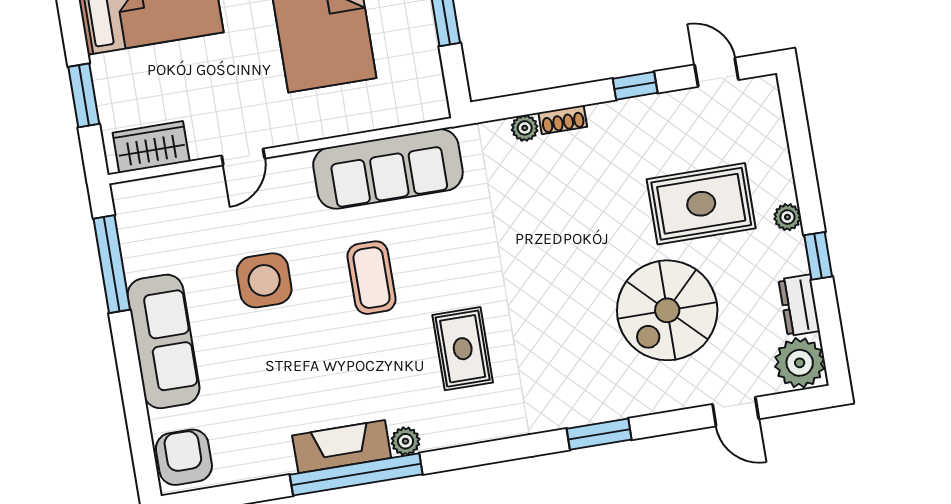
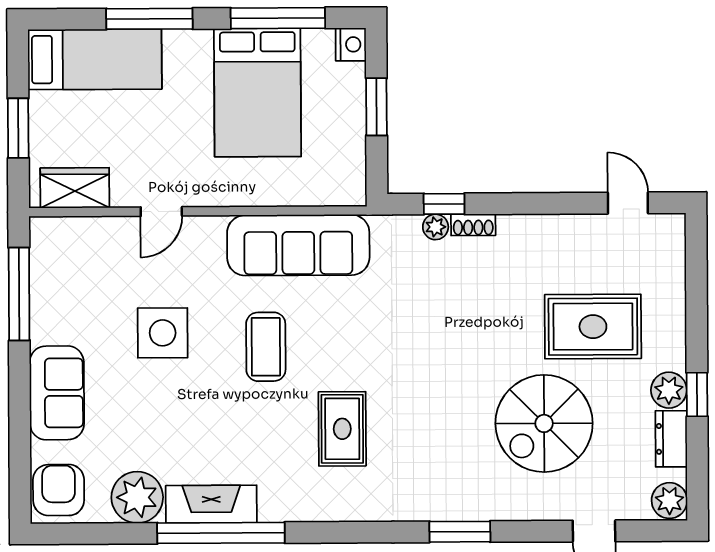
window: (635, 86) -> (444, 204), moved
plant: (787, 217) -> (669, 390), moved, width x1.38, depth x1.38
sofa: (163, 341) -> (57, 393), width x0.73
plant: (800, 363) -> (669, 501), width x0.73, depth x0.73
plant: (406, 441) -> (137, 497), moved, width x1.88, depth x1.88

